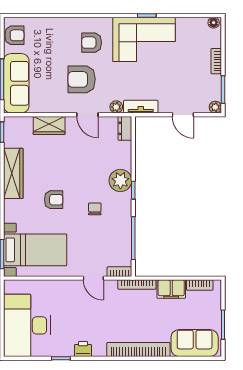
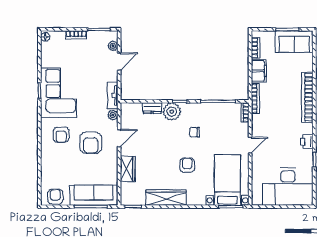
plant: (215, 107) -> (113, 46), moved
dresser: (125, 128) -> (152, 108), moved
door: (93, 278) -> (250, 145), moved
sofa: (195, 343) -> (294, 42), moved, turned -90

